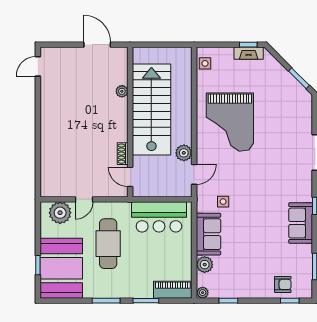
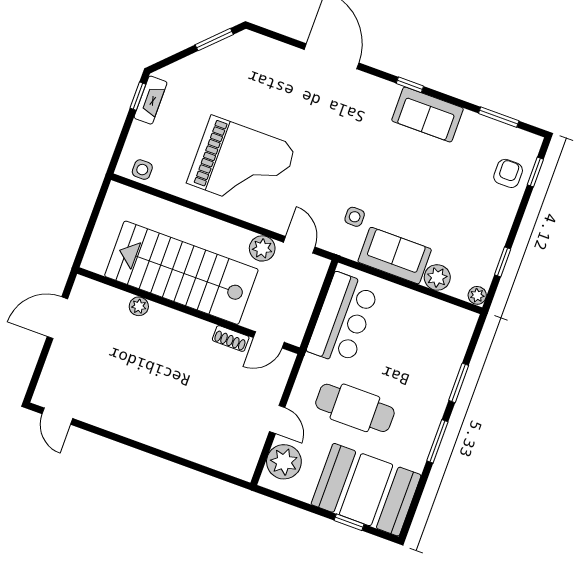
piano: (173, 290) -> (457, 338), removed

